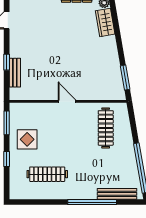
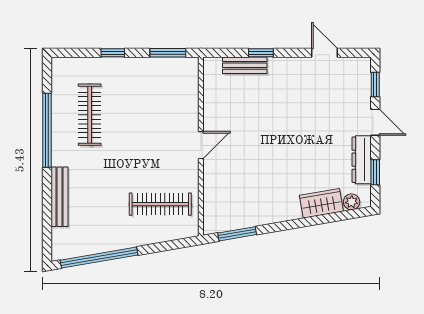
display table: (27, 139) -> (143, 84), removed
bench: (117, 194) -> (59, 197), moved
window: (92, 202) -> (47, 130), moved

